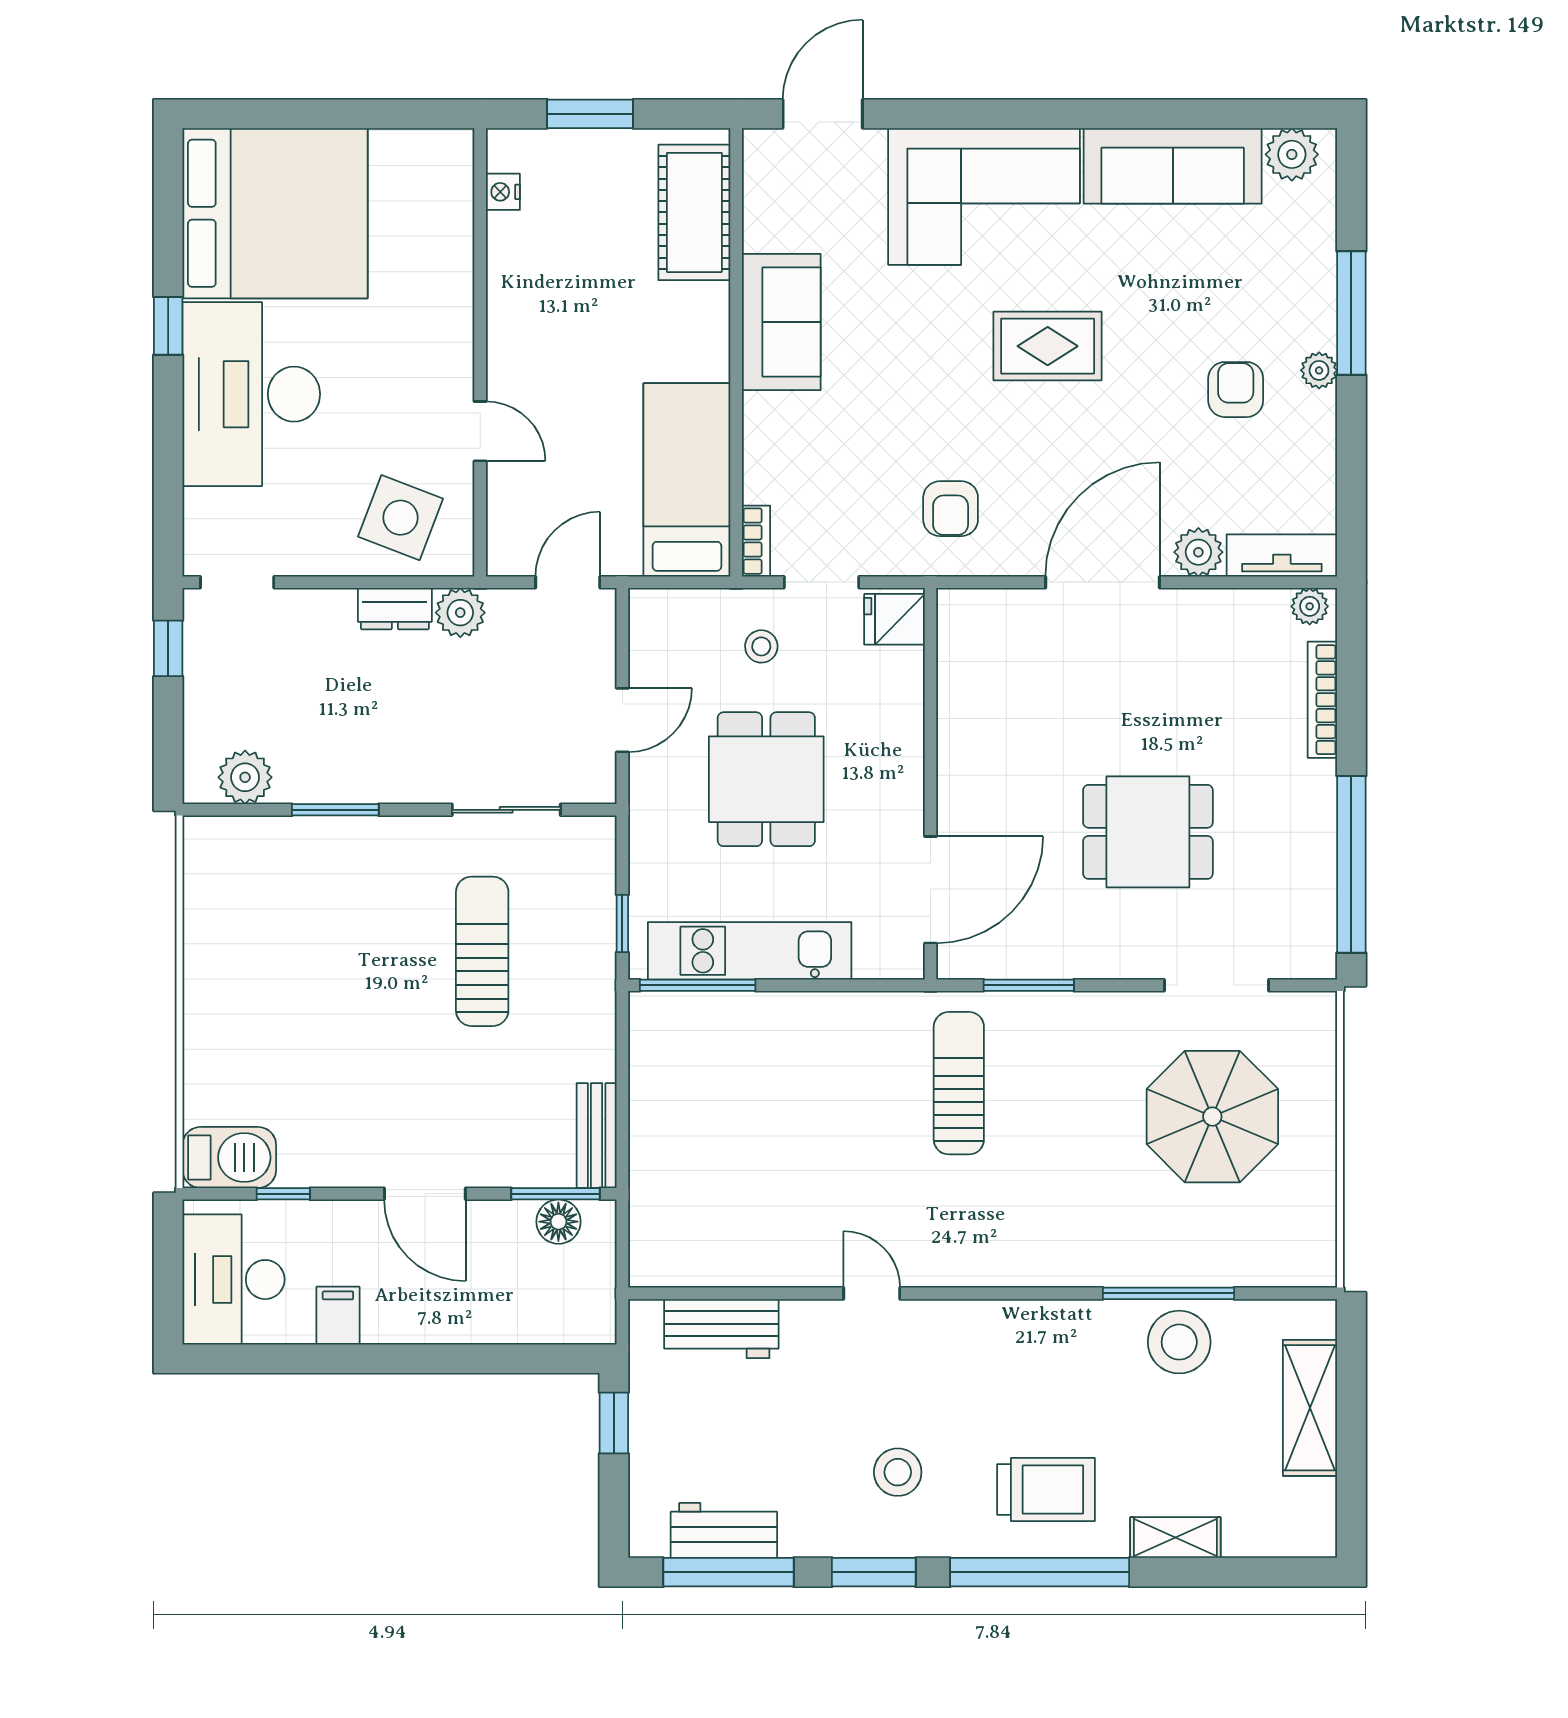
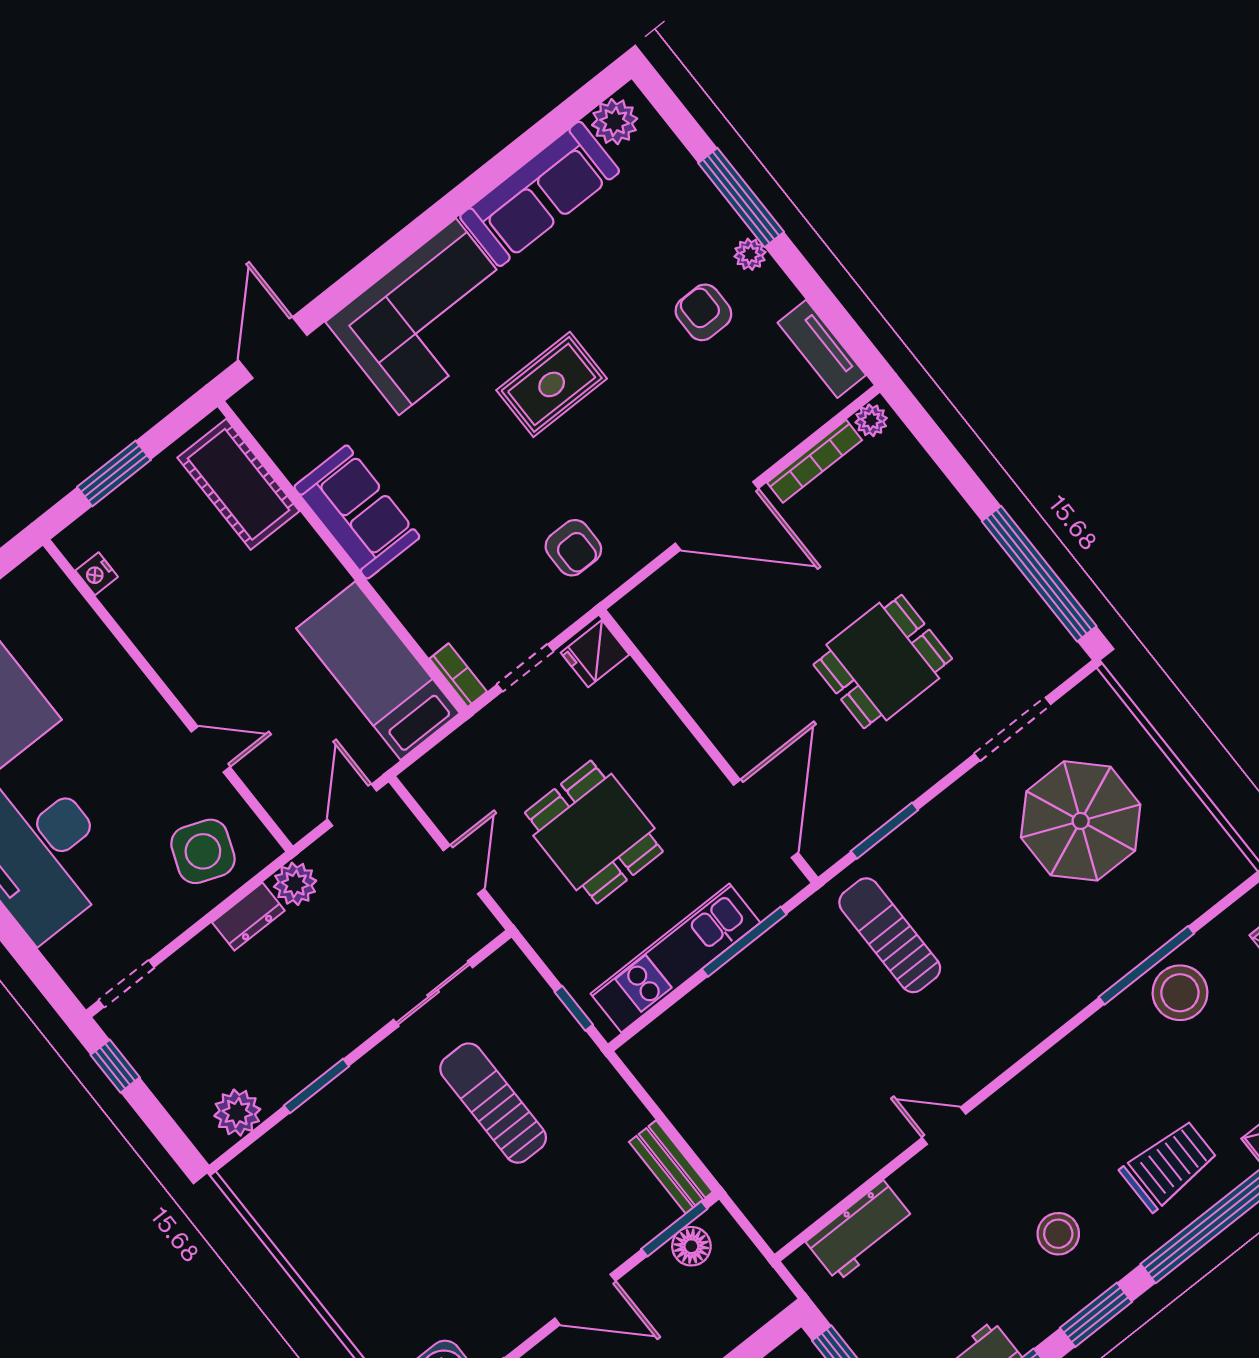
plant: (1198, 552) -> (766, 444), removed
tv unit: (1282, 555) -> (822, 349), moved, turned -90
door: (1102, 582) -> (717, 516), swing flipped
stool: (761, 646) -> (519, 744), removed
bookcase: (1322, 700) -> (814, 461), moved, turned -90
window: (698, 985) -> (744, 942), moved

